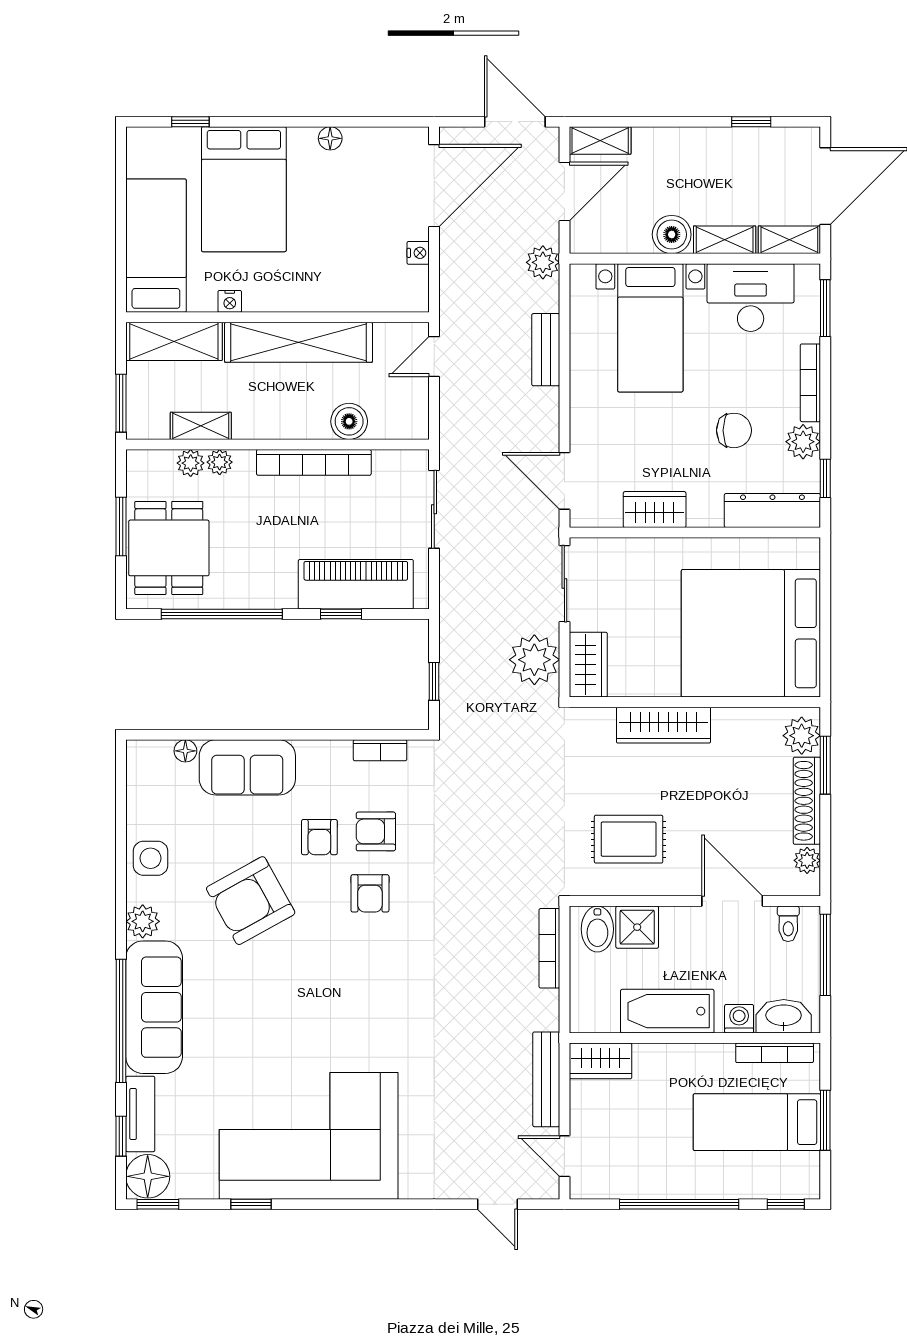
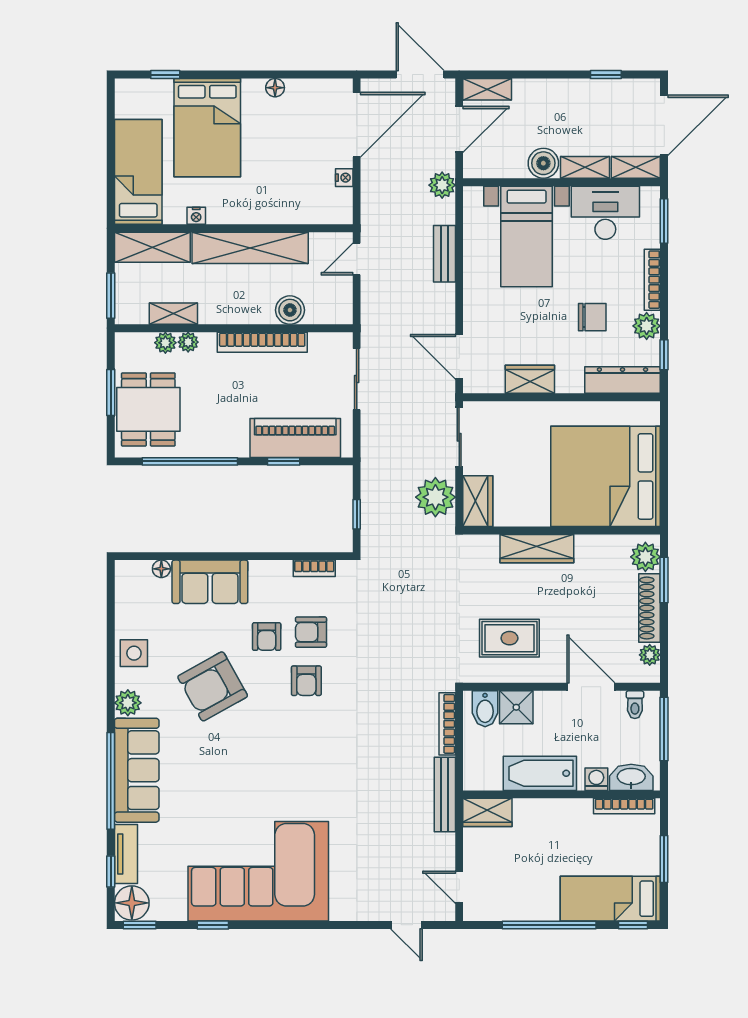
bench: (546, 1079) -> (445, 795), moved
bed: (757, 1122) -> (610, 899), moved

